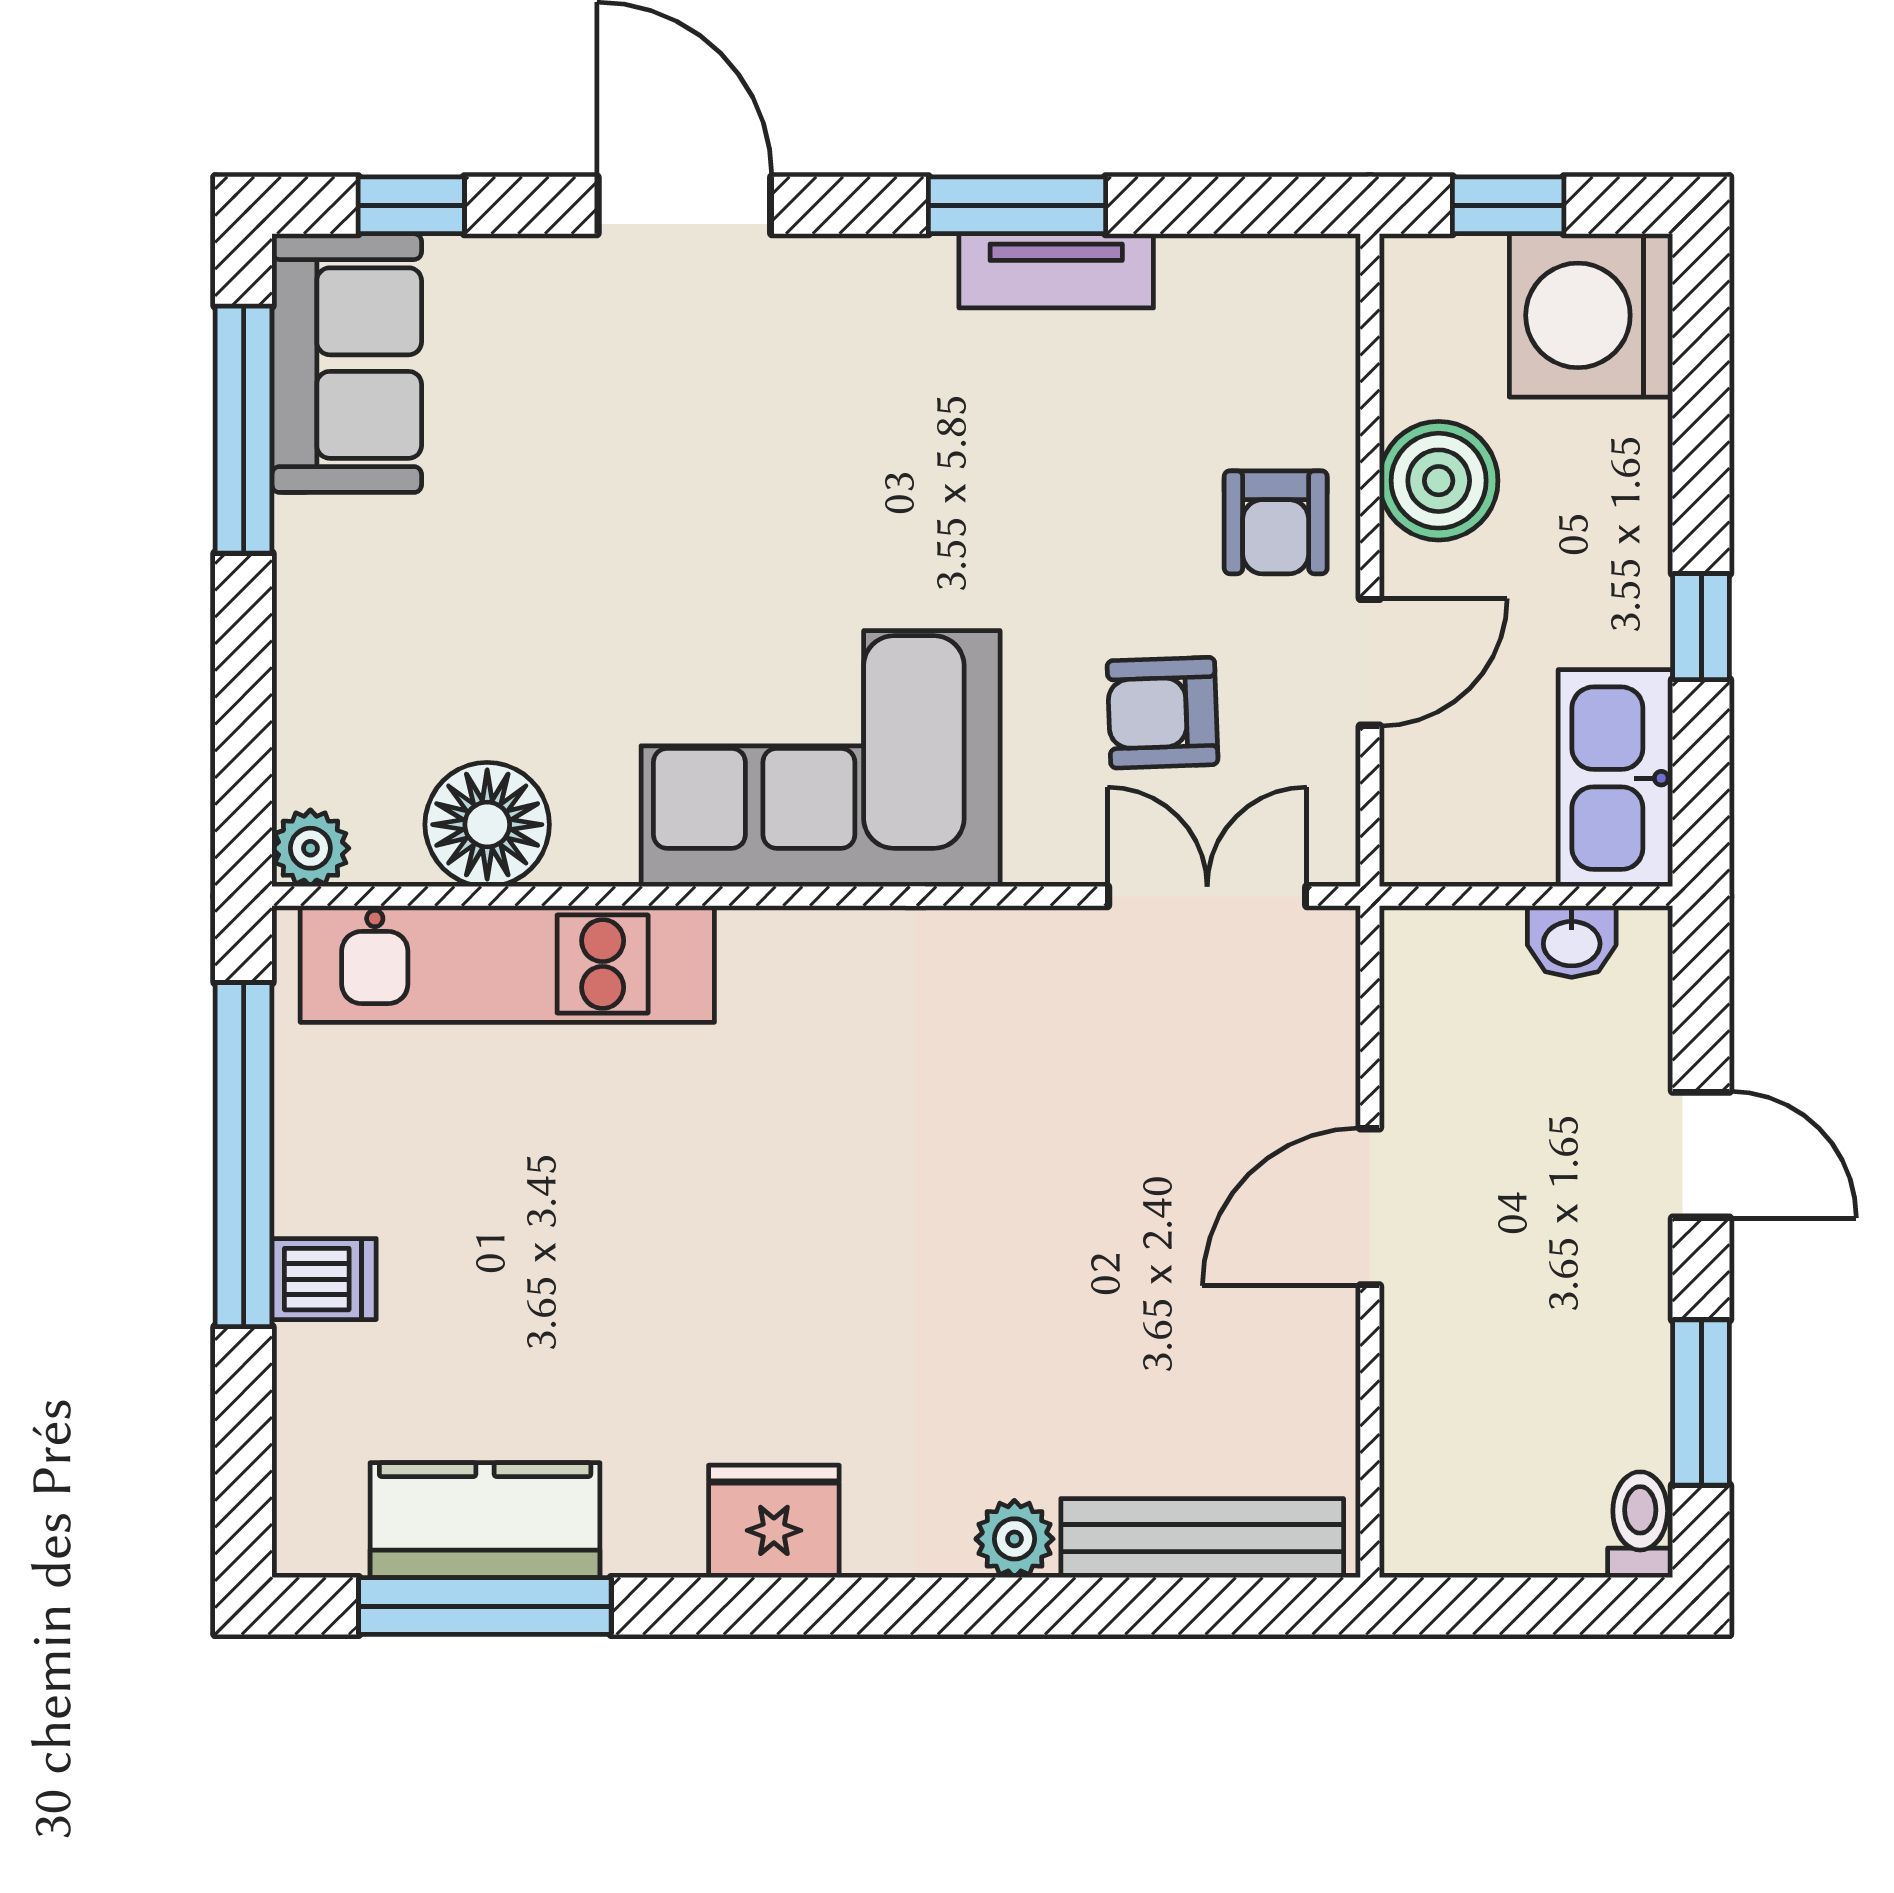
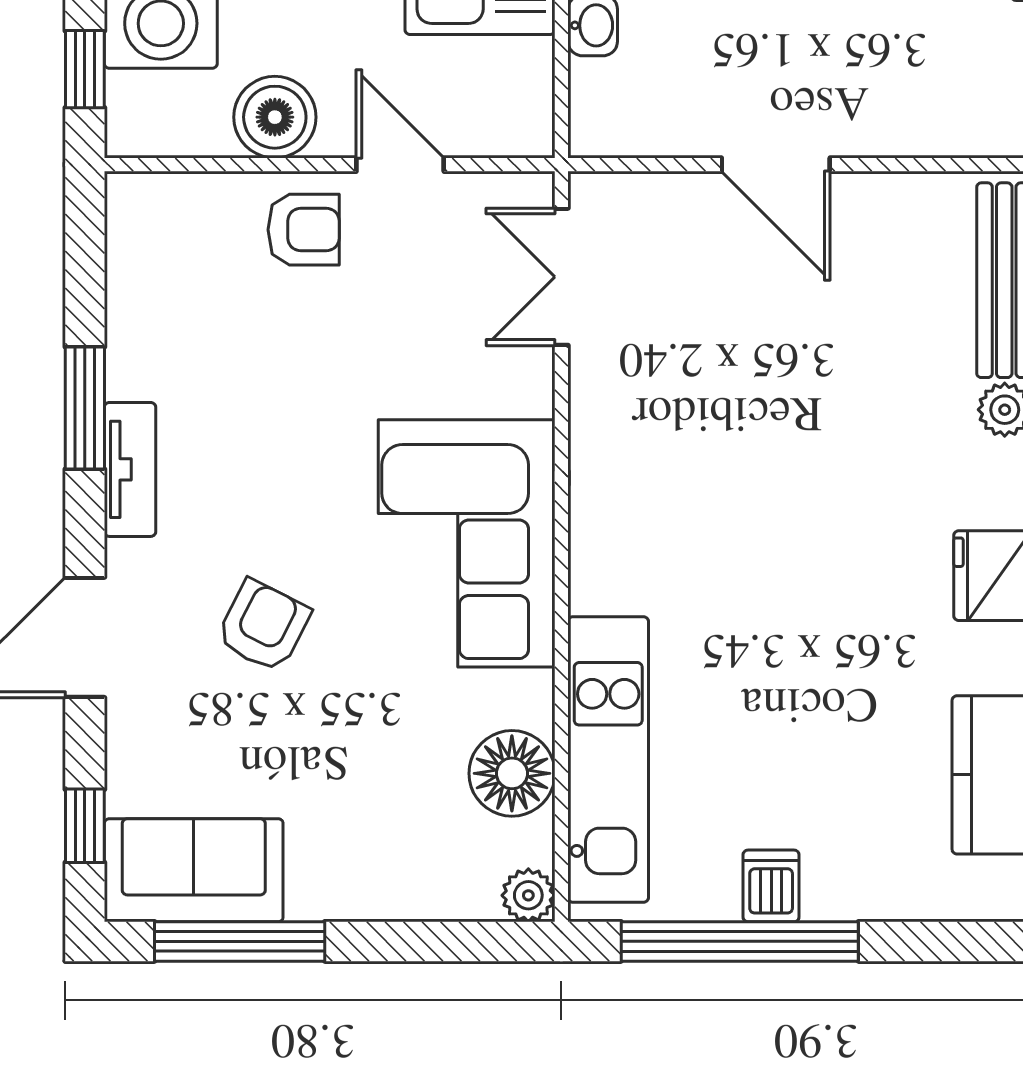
tv unit: (1056, 271) -> (130, 469), moved
armchair: (1163, 713) -> (263, 626), moved, turned -151
dishwasher: (324, 1279) -> (771, 886), moved

